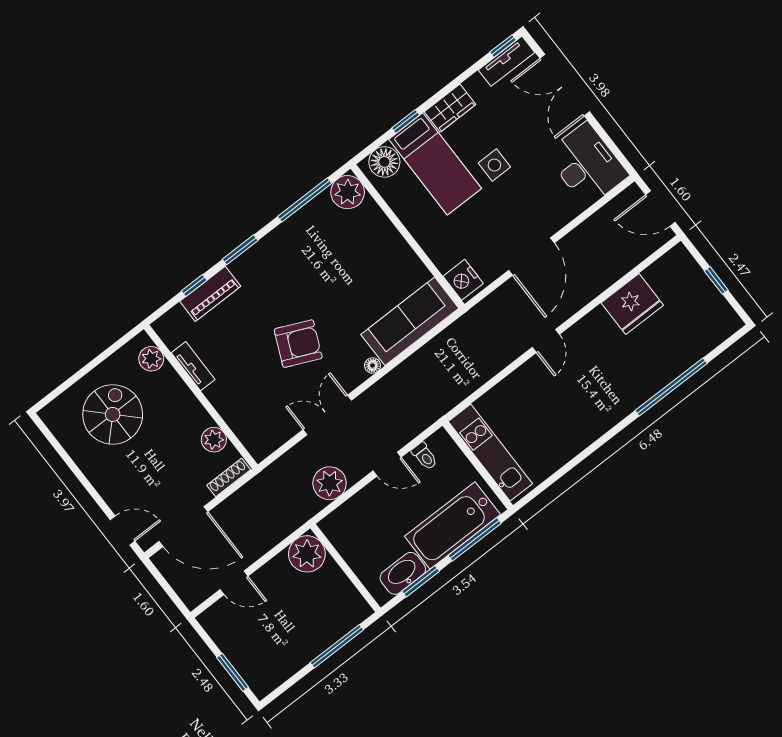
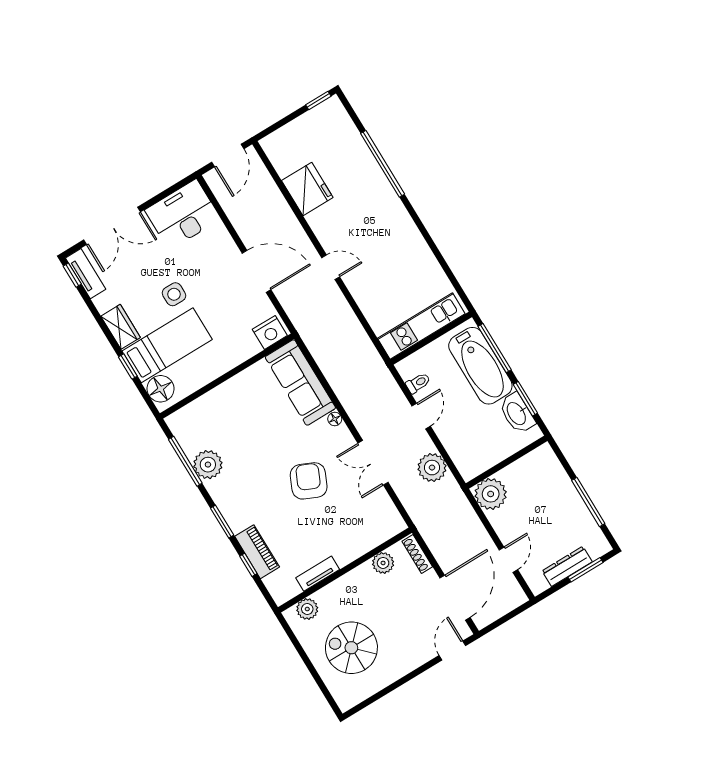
plant: (348, 192) -> (208, 465), moved
window: (716, 280) -> (318, 100), moved
window: (337, 646) -> (588, 502), moved
dresser: (234, 651) -> (567, 566), added

